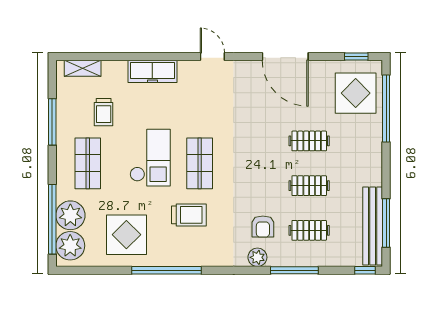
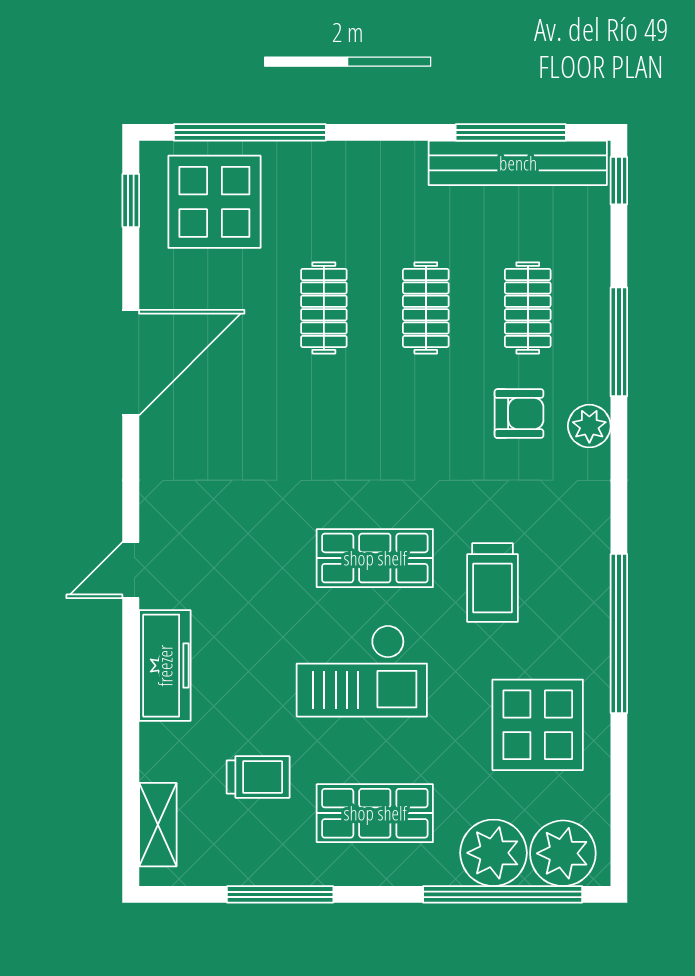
door: (212, 56) -> (131, 570), moved
checkout: (150, 158) -> (362, 671), turned 180
trolley: (189, 215) -> (493, 582), turned 180

